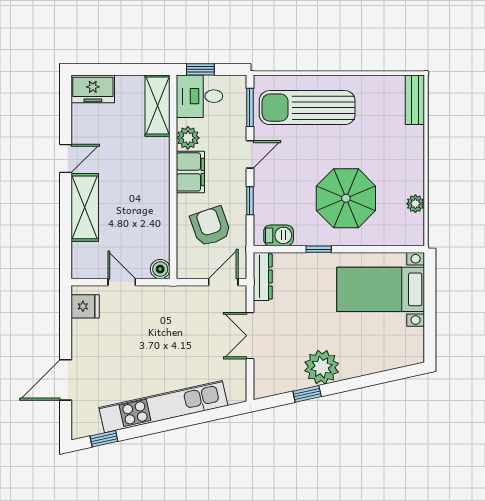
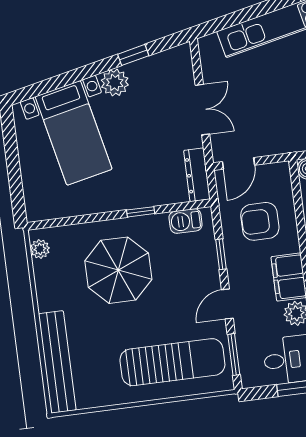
bench: (415, 100) -> (57, 362), width x1.86, depth x1.21
plant: (415, 204) -> (40, 249), moved
armchair: (210, 226) -> (260, 221), turned 109
bed with nightstands: (381, 289) -> (74, 133), moved, turned 78
plant: (322, 367) -> (115, 83), width x0.73, depth x0.73

